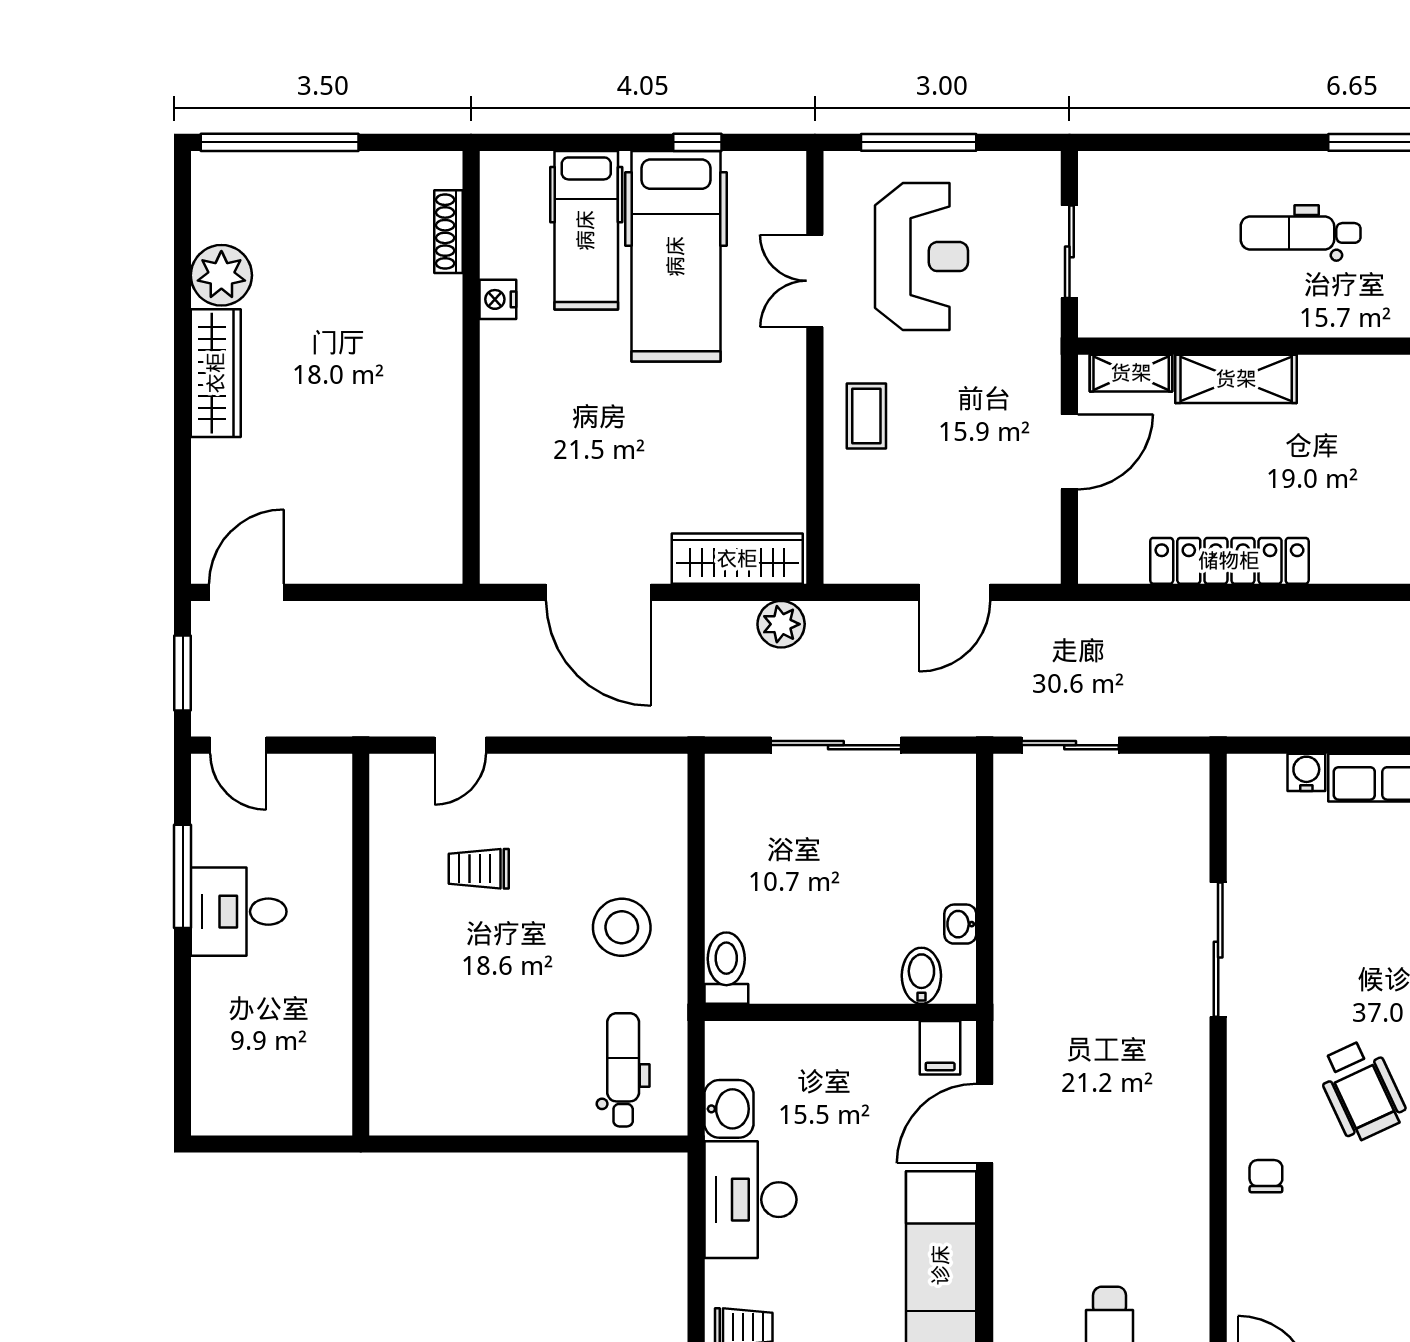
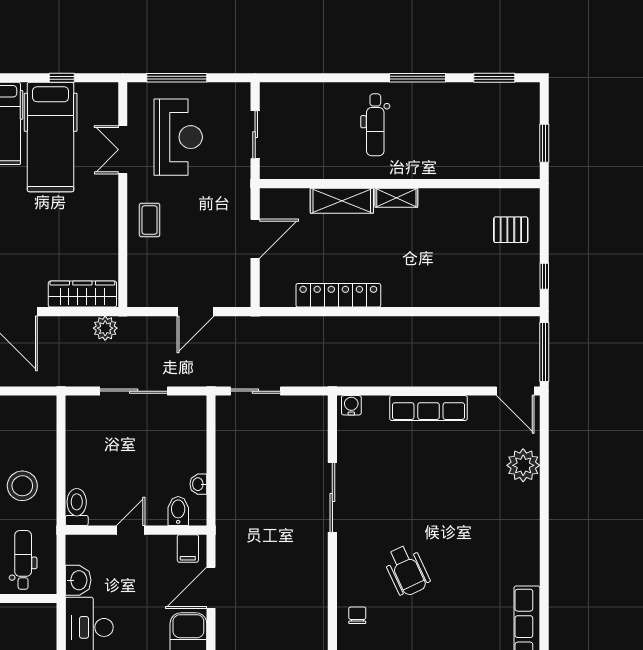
dental chair: (1301, 233) -> (375, 125), turned -90
shelving: (1131, 373) -> (396, 198), moved
water cooler: (1306, 772) -> (351, 405), moved
door: (830, 1012) -> (131, 530), added

